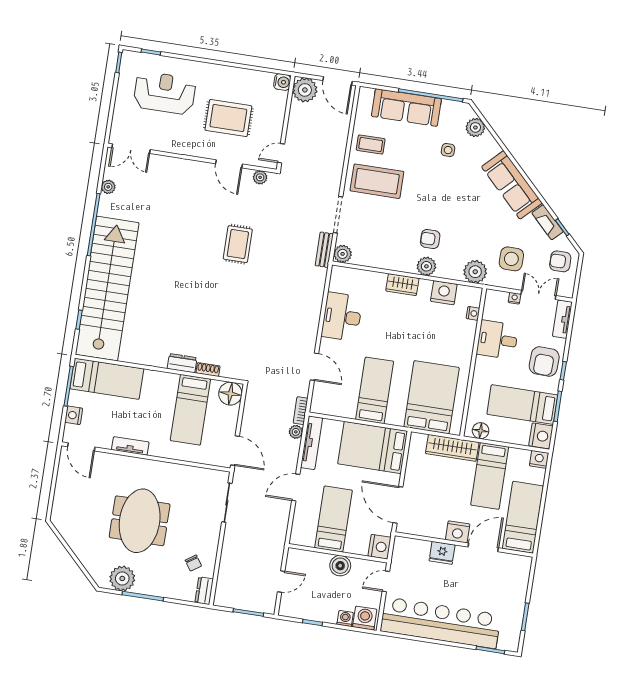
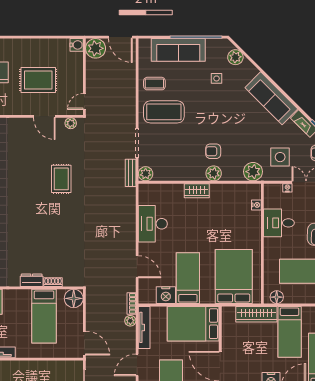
nightstand: (444, 293) -> (166, 295), moved, turned 180

